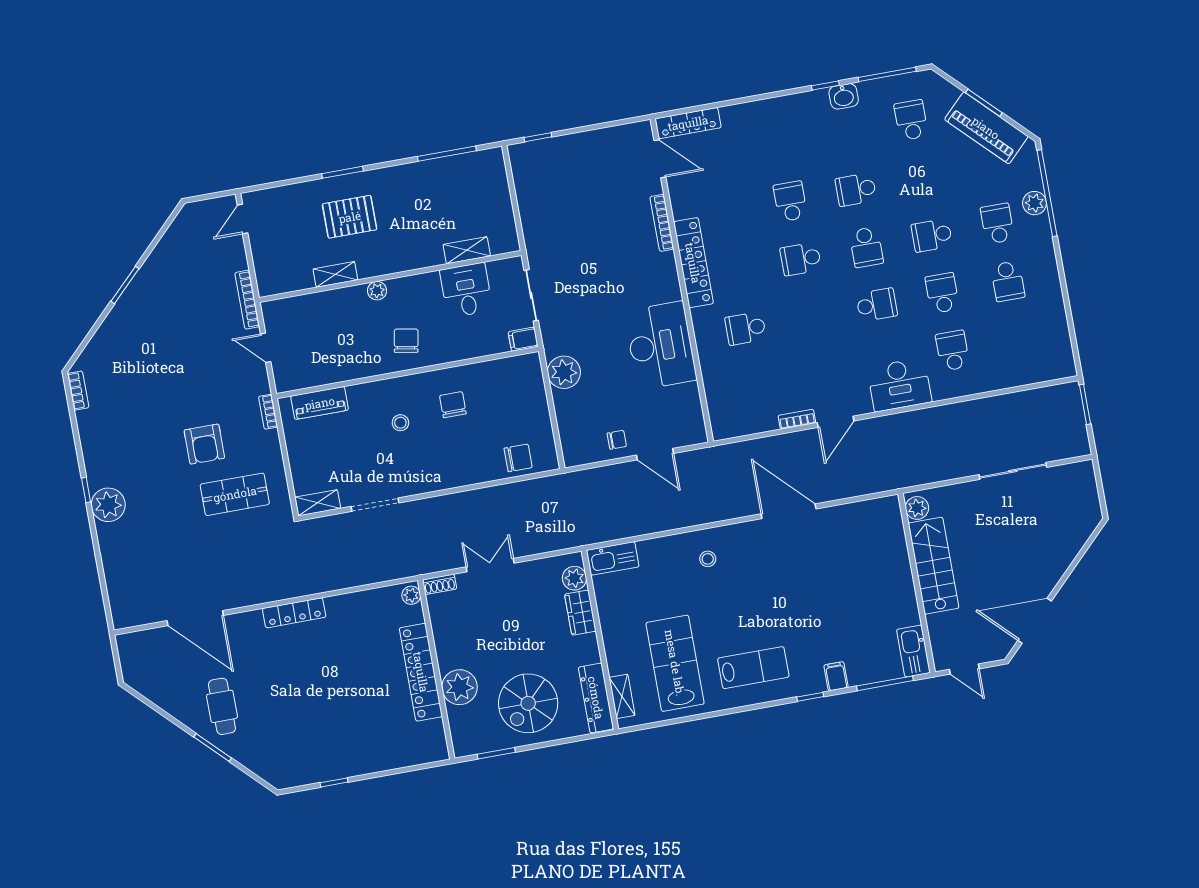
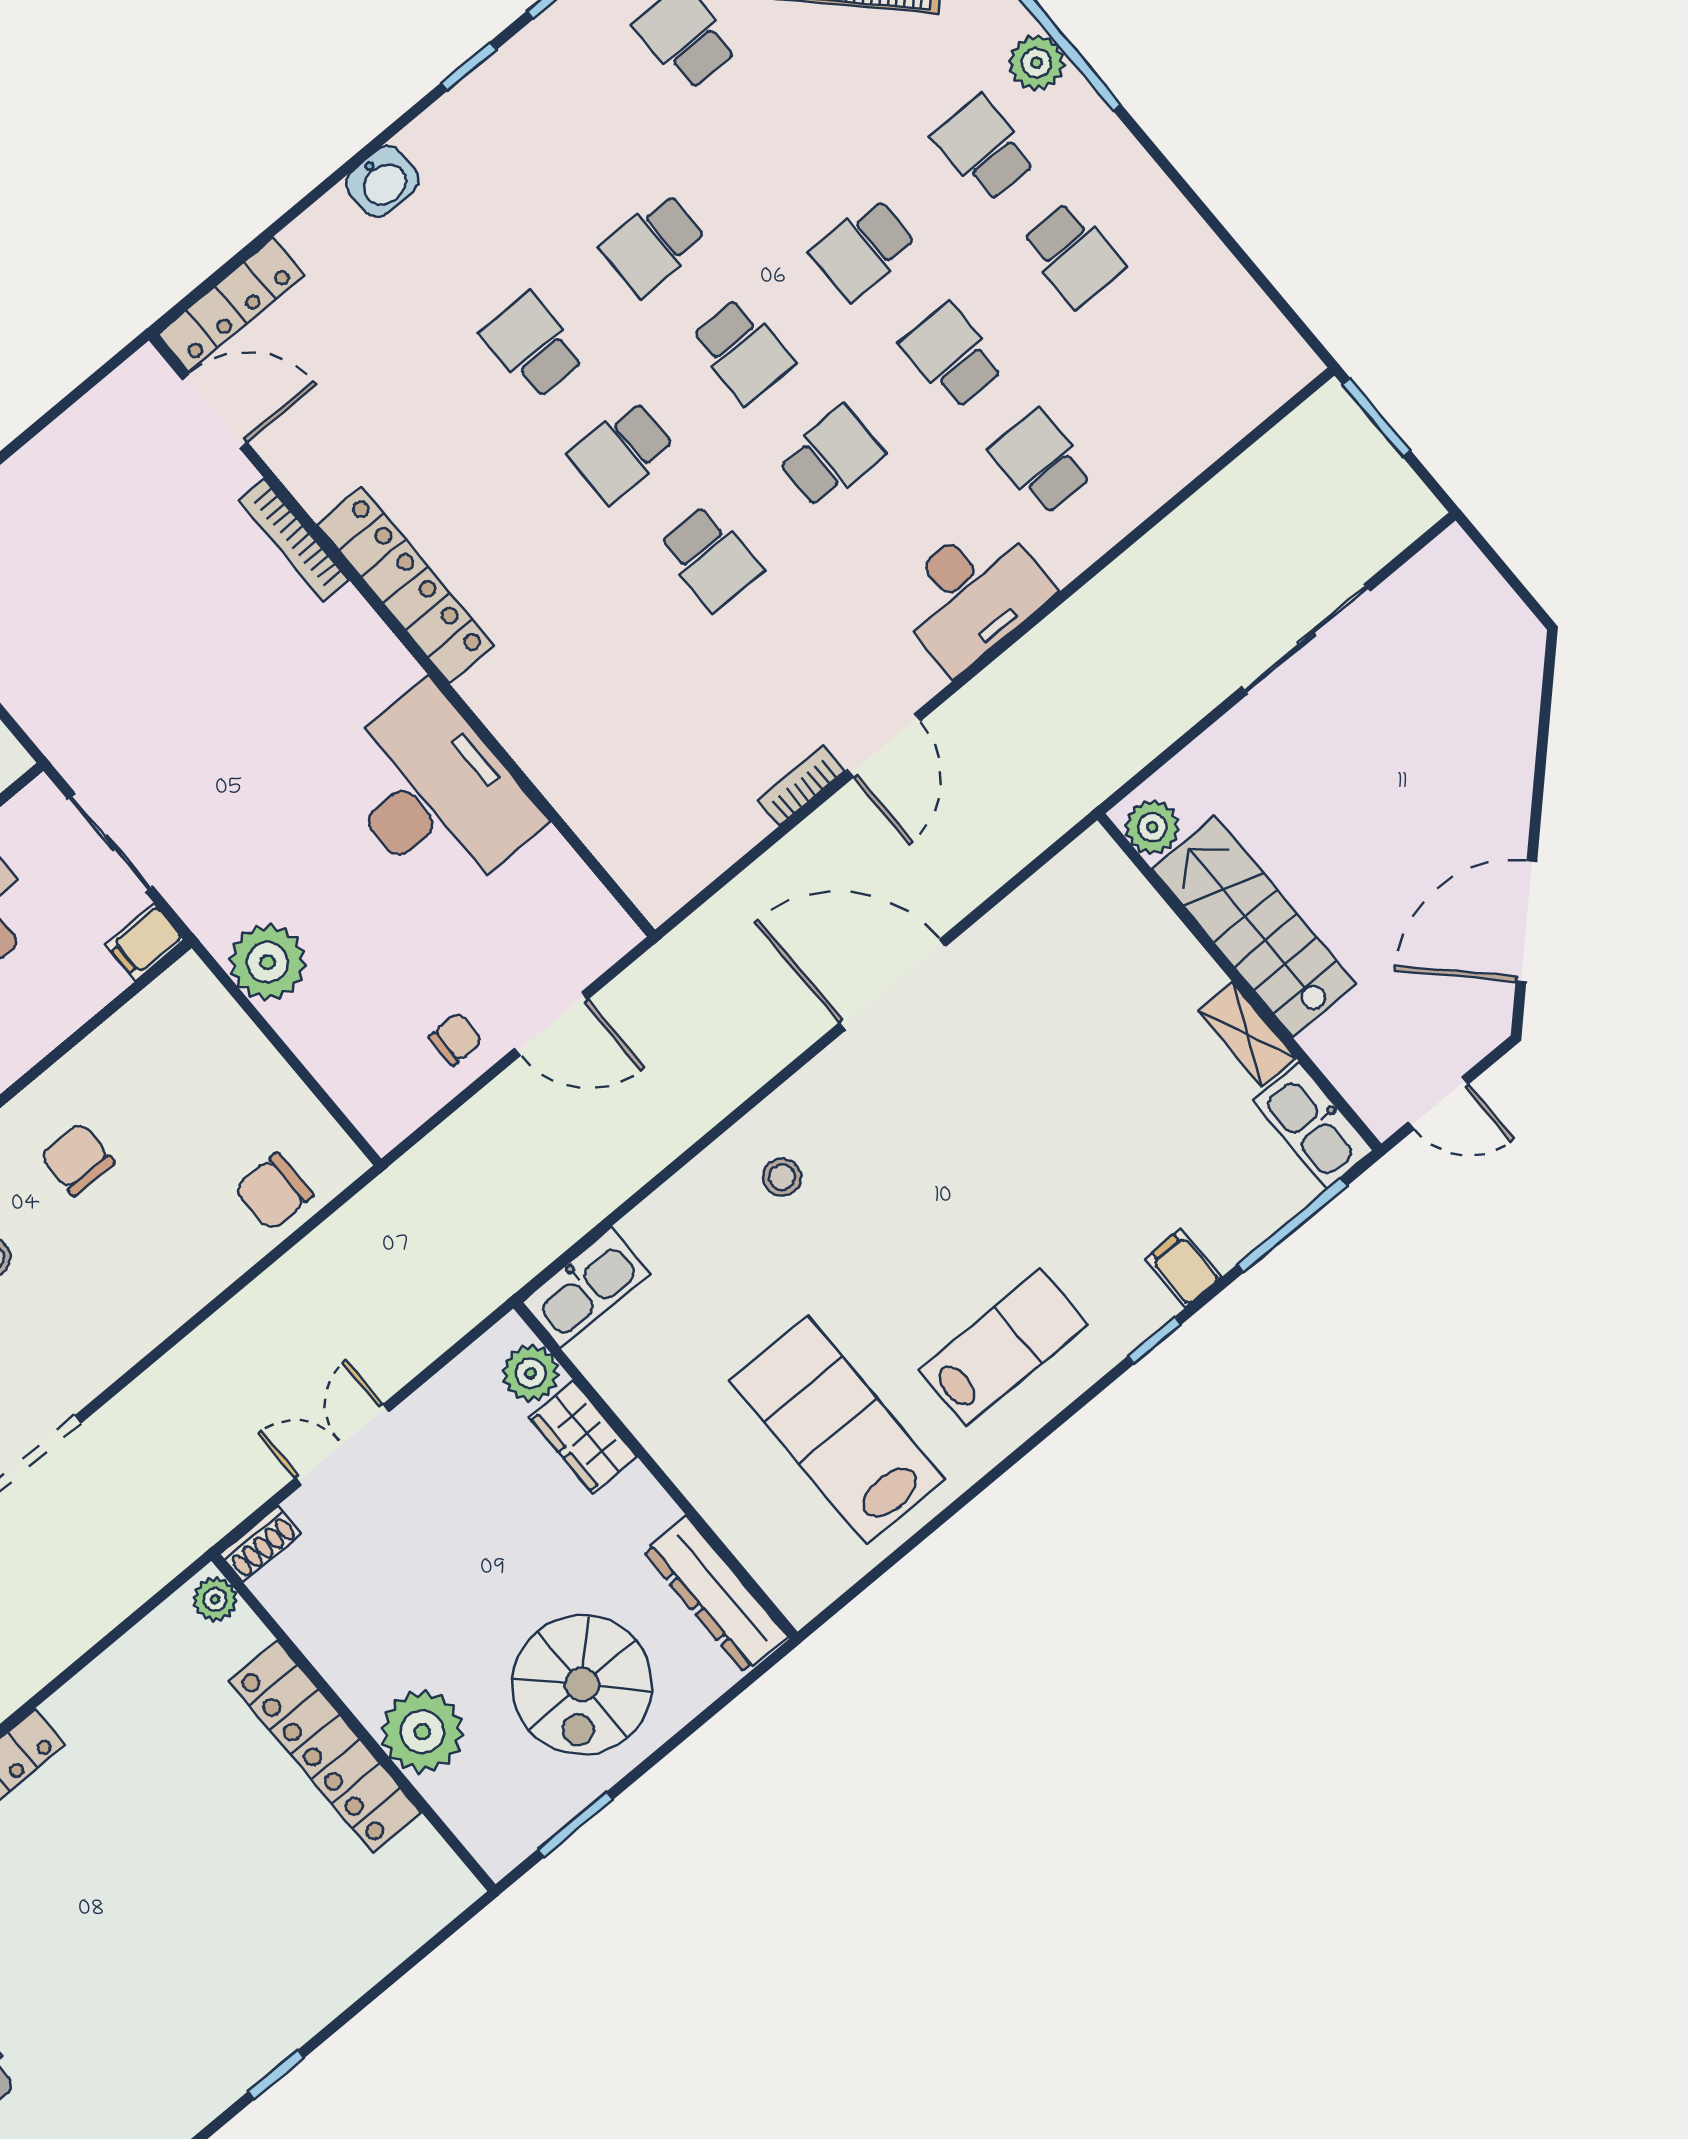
washbasin: (844, 96) -> (382, 181), moved
school desk: (745, 328) -> (710, 558), moved, turned -90
chair: (518, 458) -> (274, 1192), turned 180
shelving: (622, 696) -> (1247, 1035), moved

